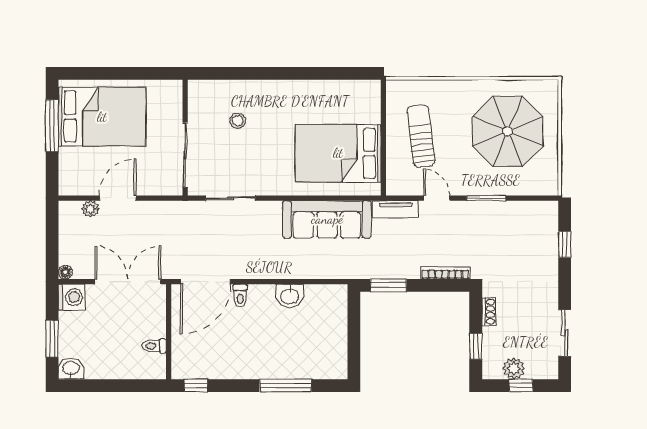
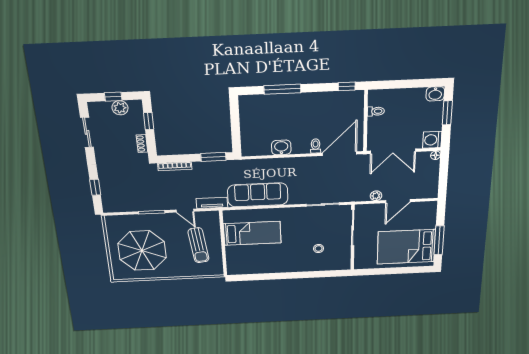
bed: (338, 153) -> (252, 233), width x0.67
plant: (90, 209) -> (376, 196), moved

